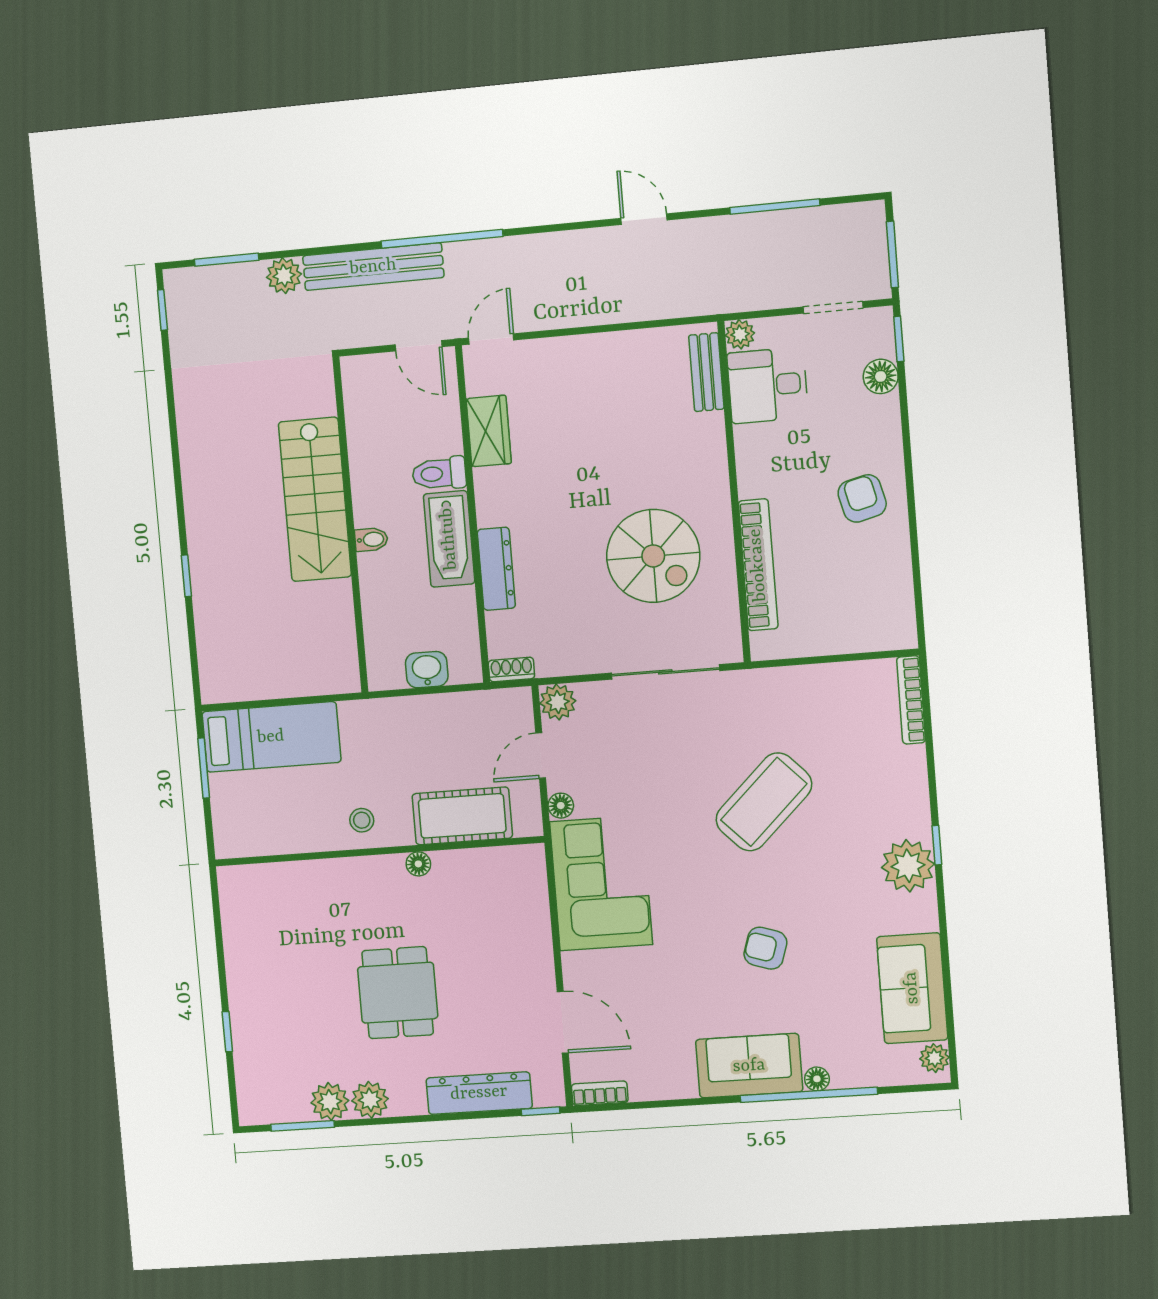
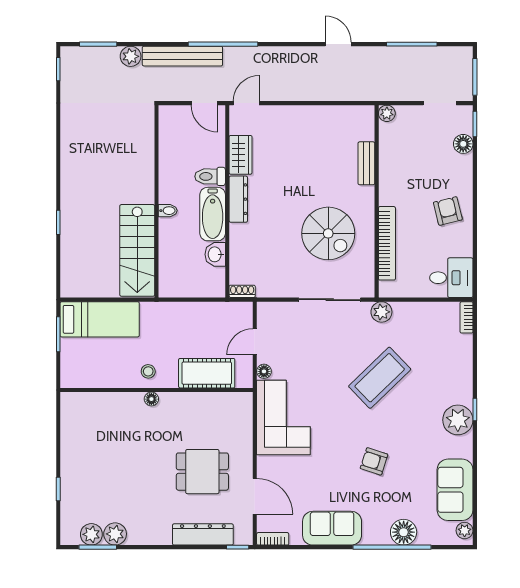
bench: (706, 372) -> (366, 163), moved
desk: (768, 385) -> (451, 278), moved, turned 180
stairs: (315, 499) -> (137, 250), moved
dresser: (496, 569) -> (238, 199), moved
washbasin: (427, 670) -> (215, 254), moved, turned -90
bookcase: (911, 700) -> (467, 317), width x0.64
plant: (558, 702) -> (381, 312), moved
floor lamp: (418, 864) -> (151, 399), moved
dining table: (398, 993) -> (202, 472), moved, turned 90
sofa: (749, 1066) -> (332, 528), moved
floor lamp: (817, 1079) -> (404, 532), width x1.89, depth x1.89
plant: (370, 1100) -> (91, 534), moved

